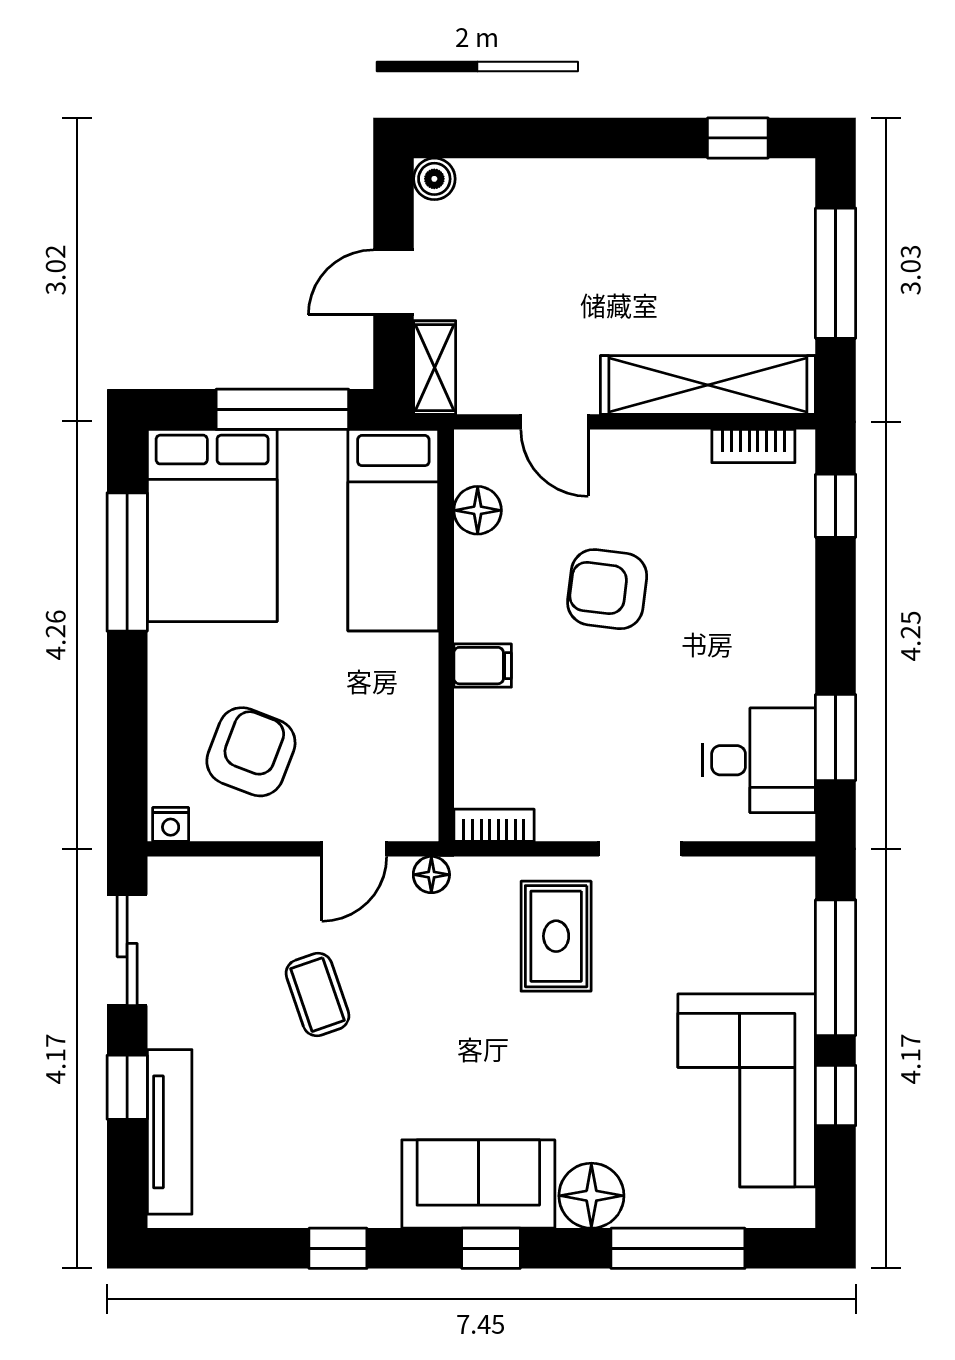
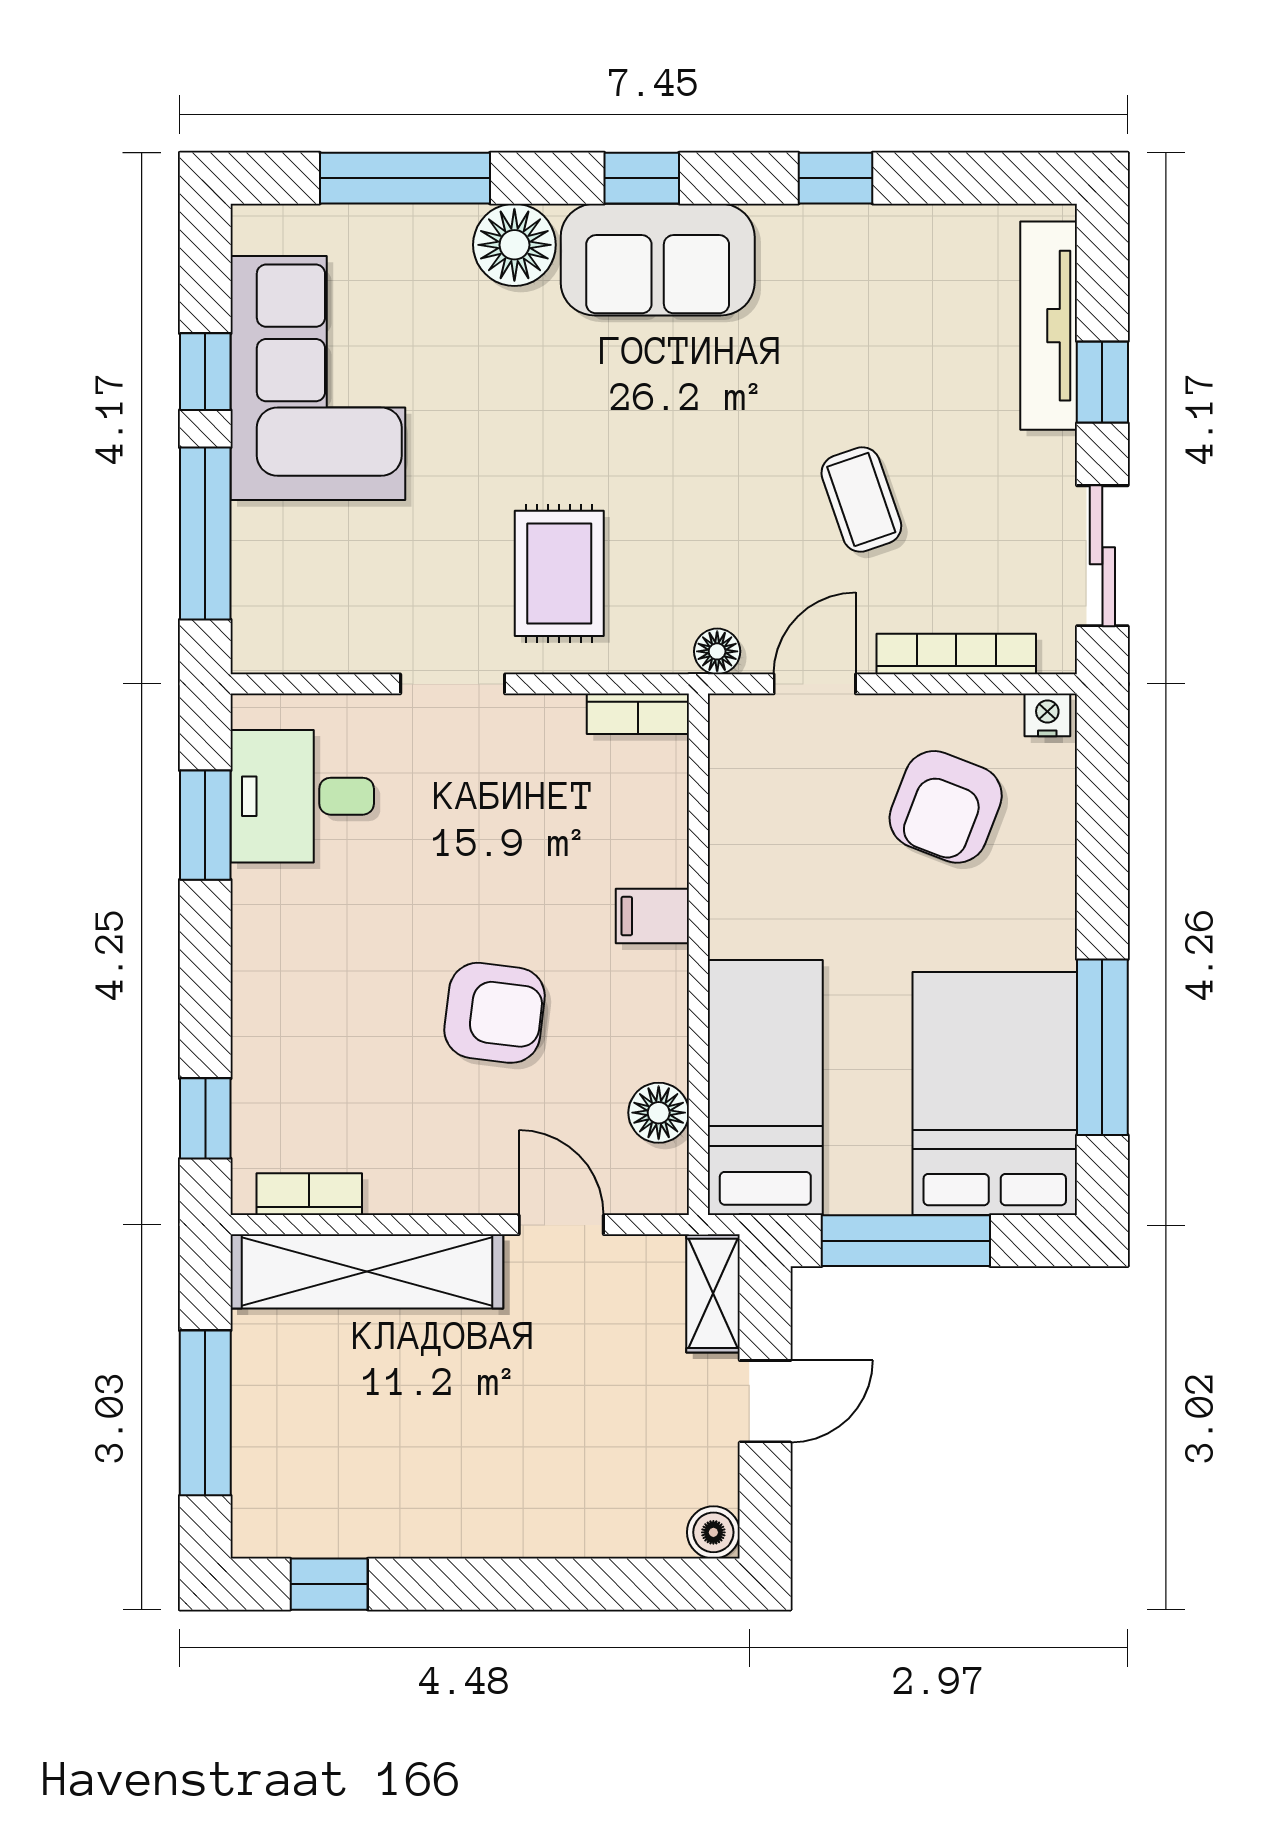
bookcase: (243, 873) -> (956, 654), added

